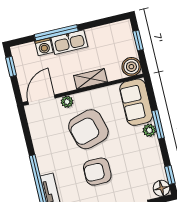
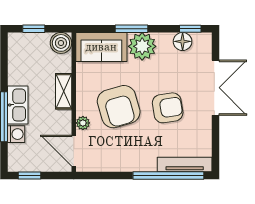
plant: (149, 130) -> (142, 46), width x1.88, depth x1.88
armchair: (97, 172) -> (168, 108), turned -99
floor lamp: (161, 188) -> (183, 41), moved

